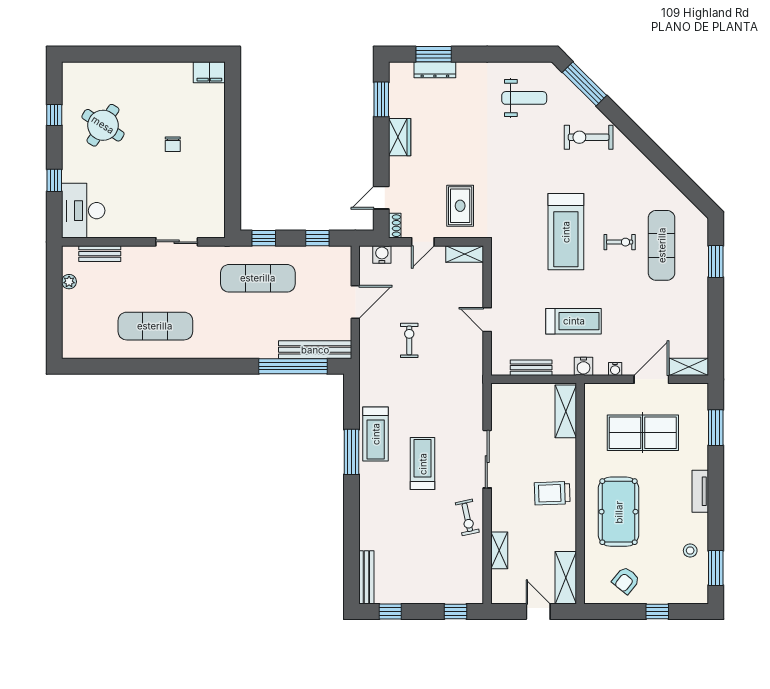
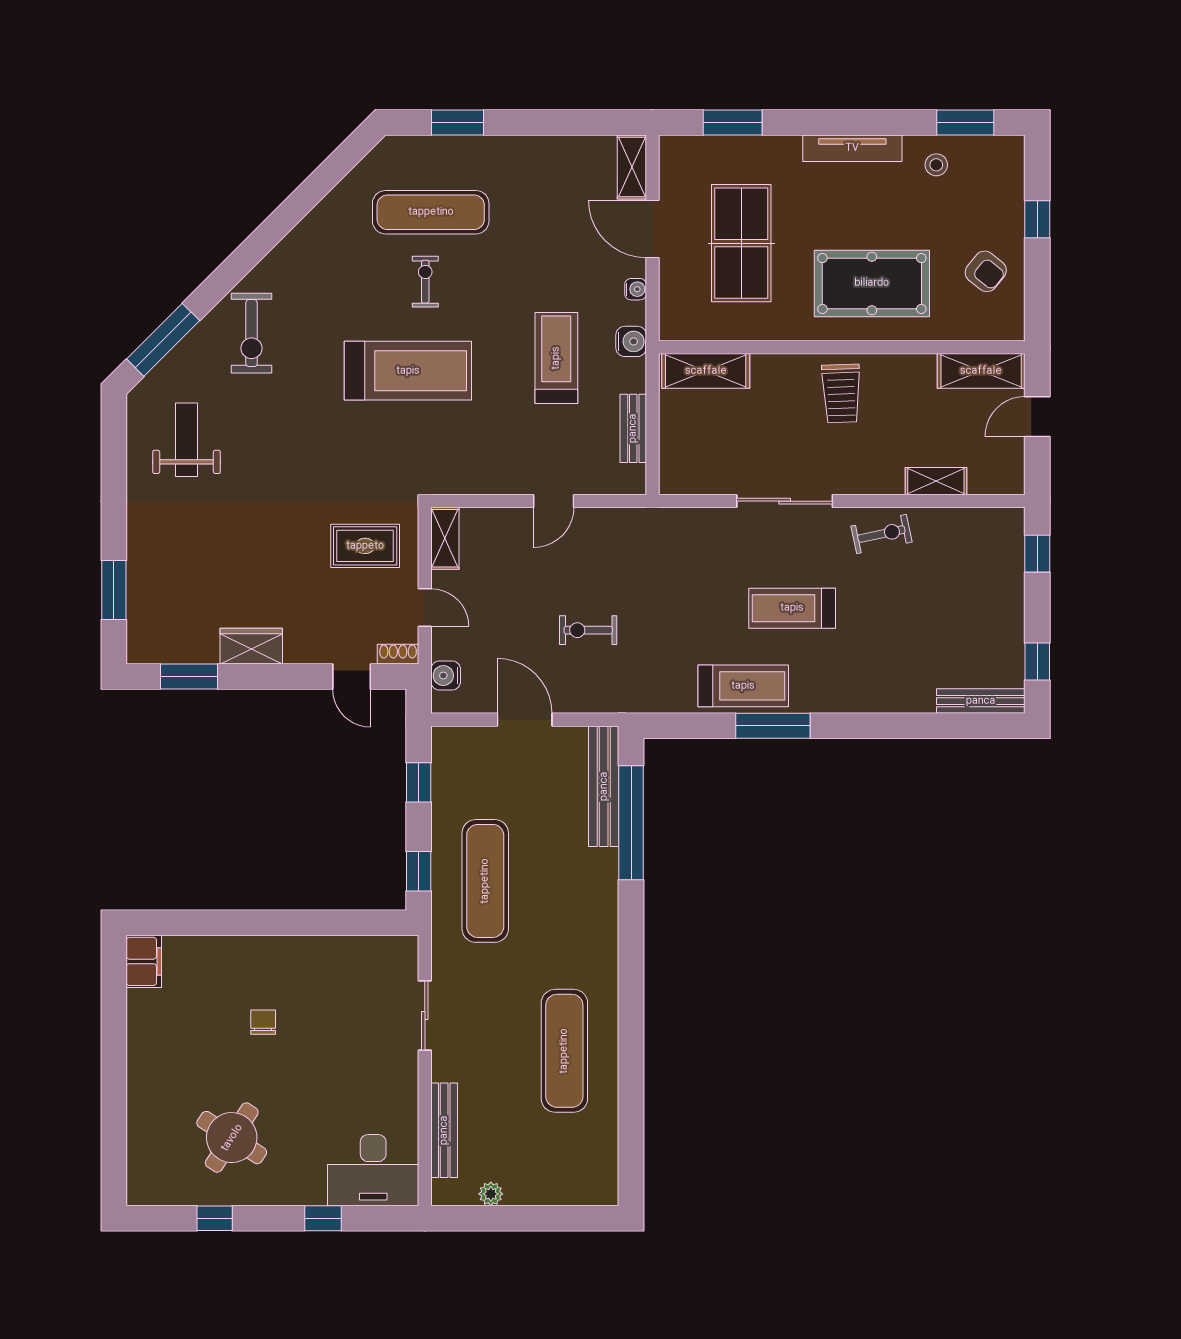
dresser: (435, 70) -> (140, 588), removed
chair: (173, 144) -> (263, 1022), turned -90
bench: (100, 254) -> (444, 1130), width x1.36
tv unit: (700, 491) -> (852, 148), width x1.41

